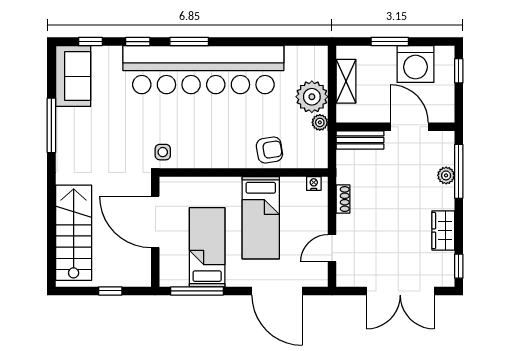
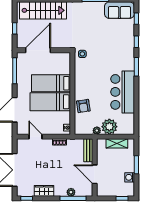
washing machine: (415, 64) -> (130, 177), width x0.53, depth x0.53
bar counter: (203, 70) -> (123, 92), width x0.54
door: (409, 127) -> (95, 174), swing flipped
door: (155, 222) -> (38, 50), moved
bed: (207, 247) -> (51, 83), moved, turned 180

